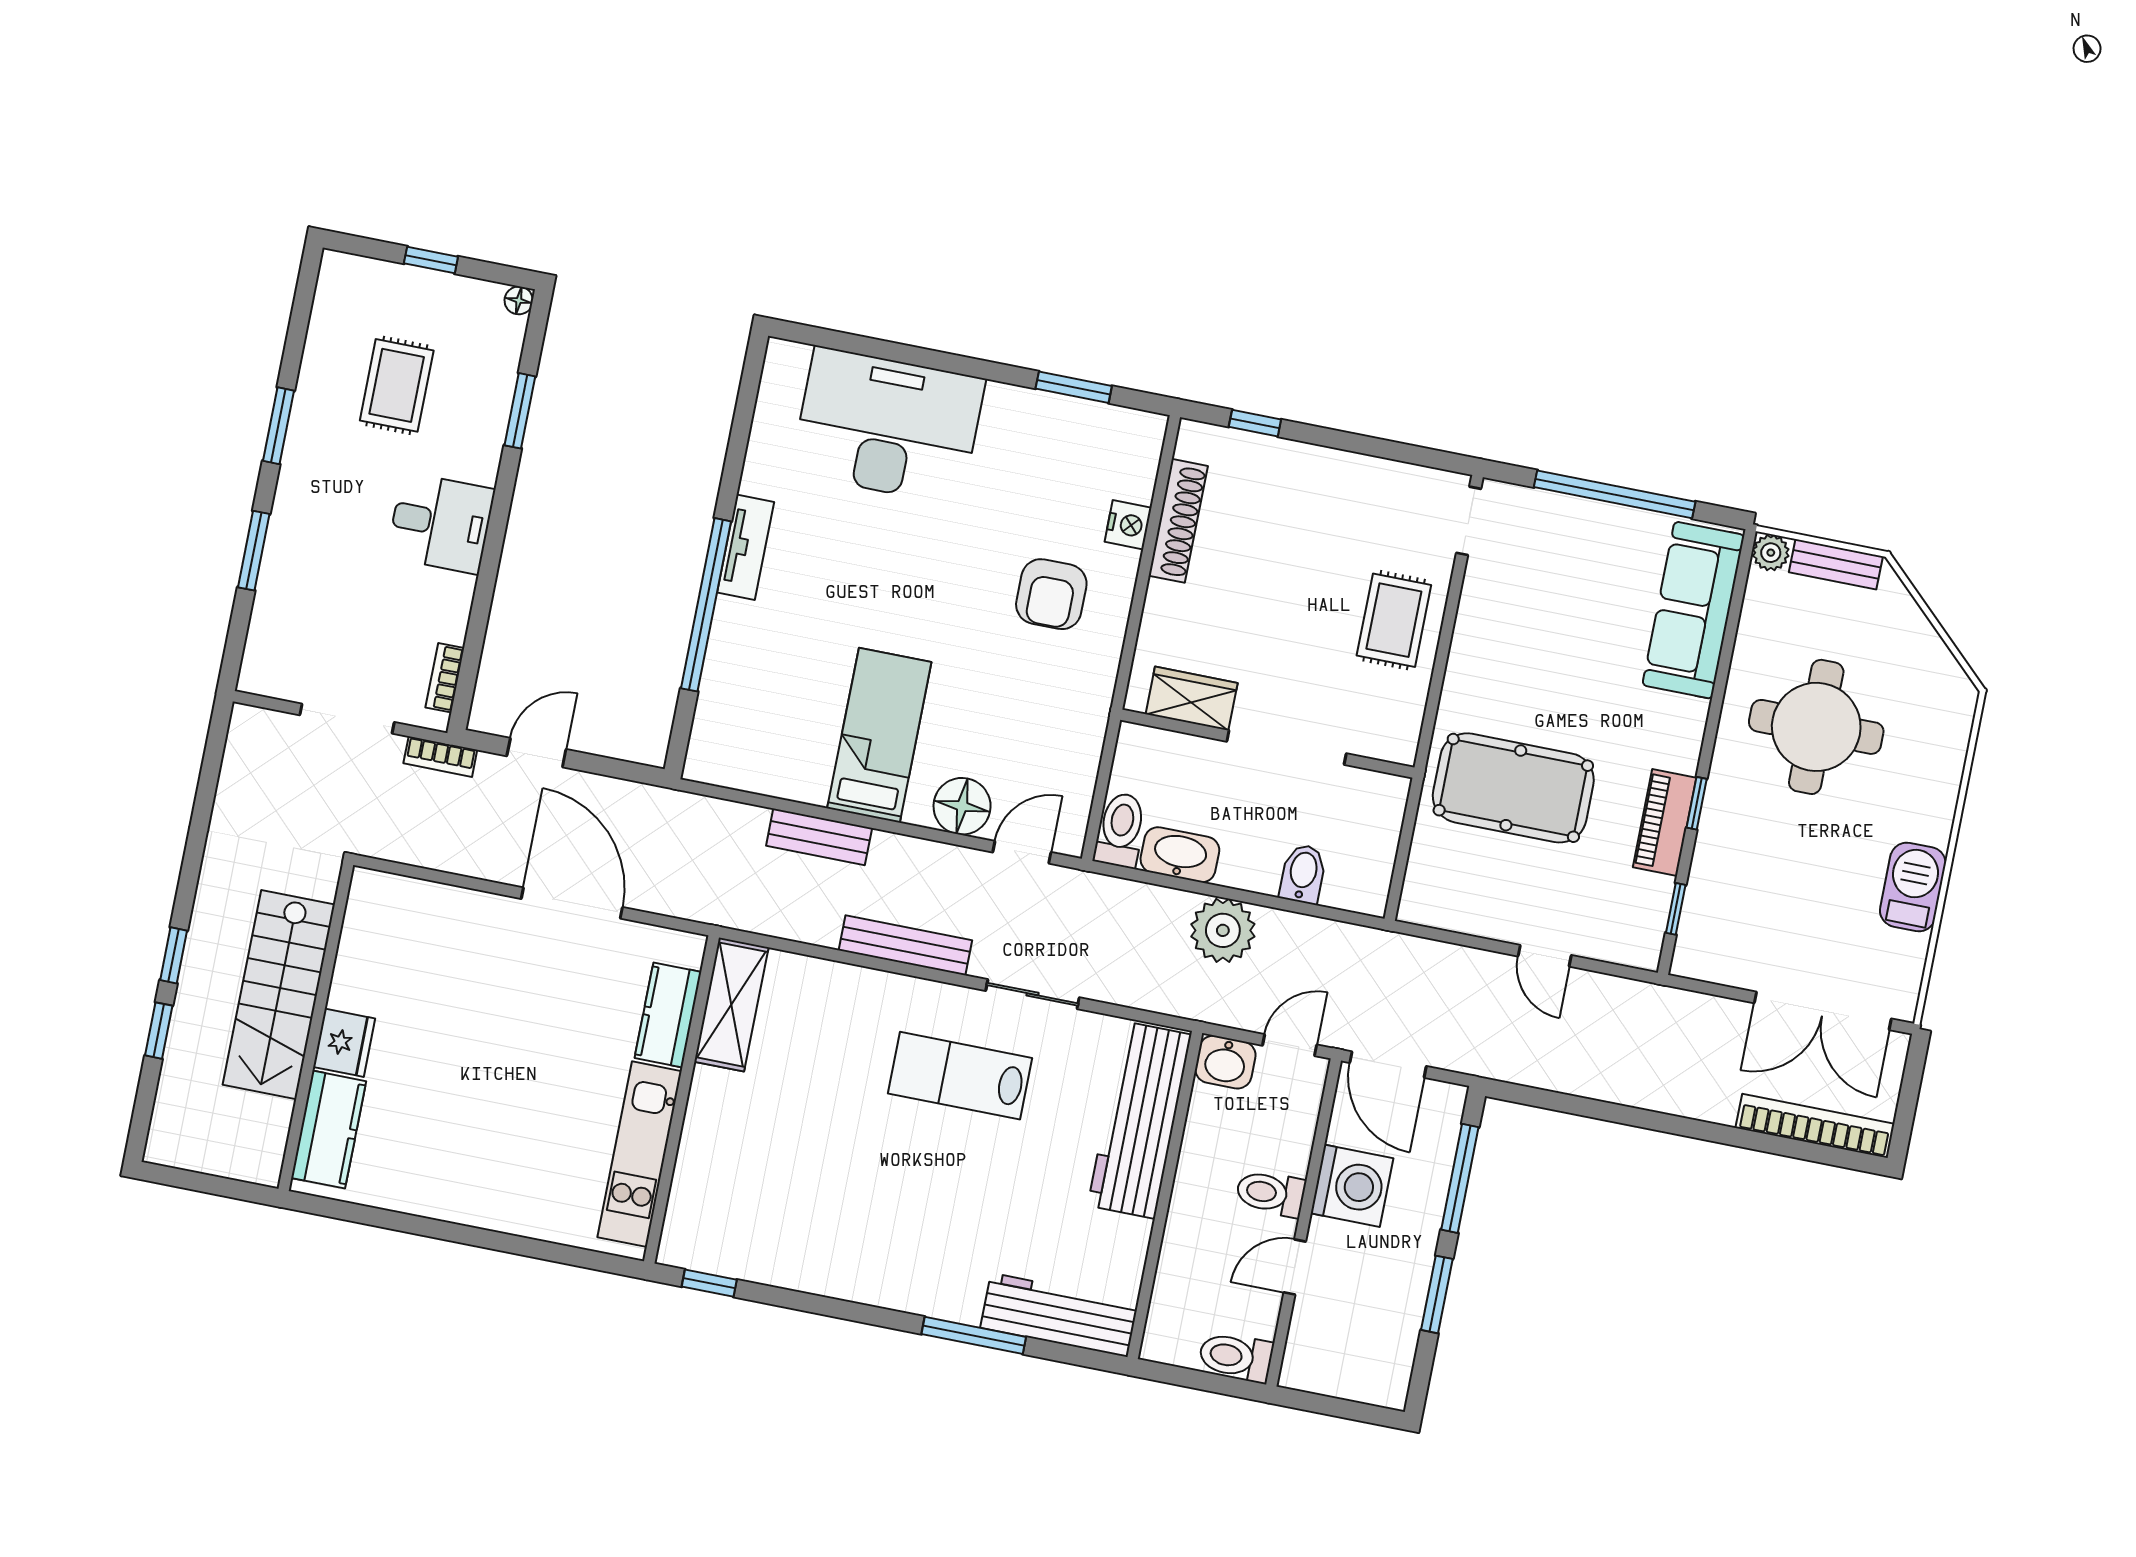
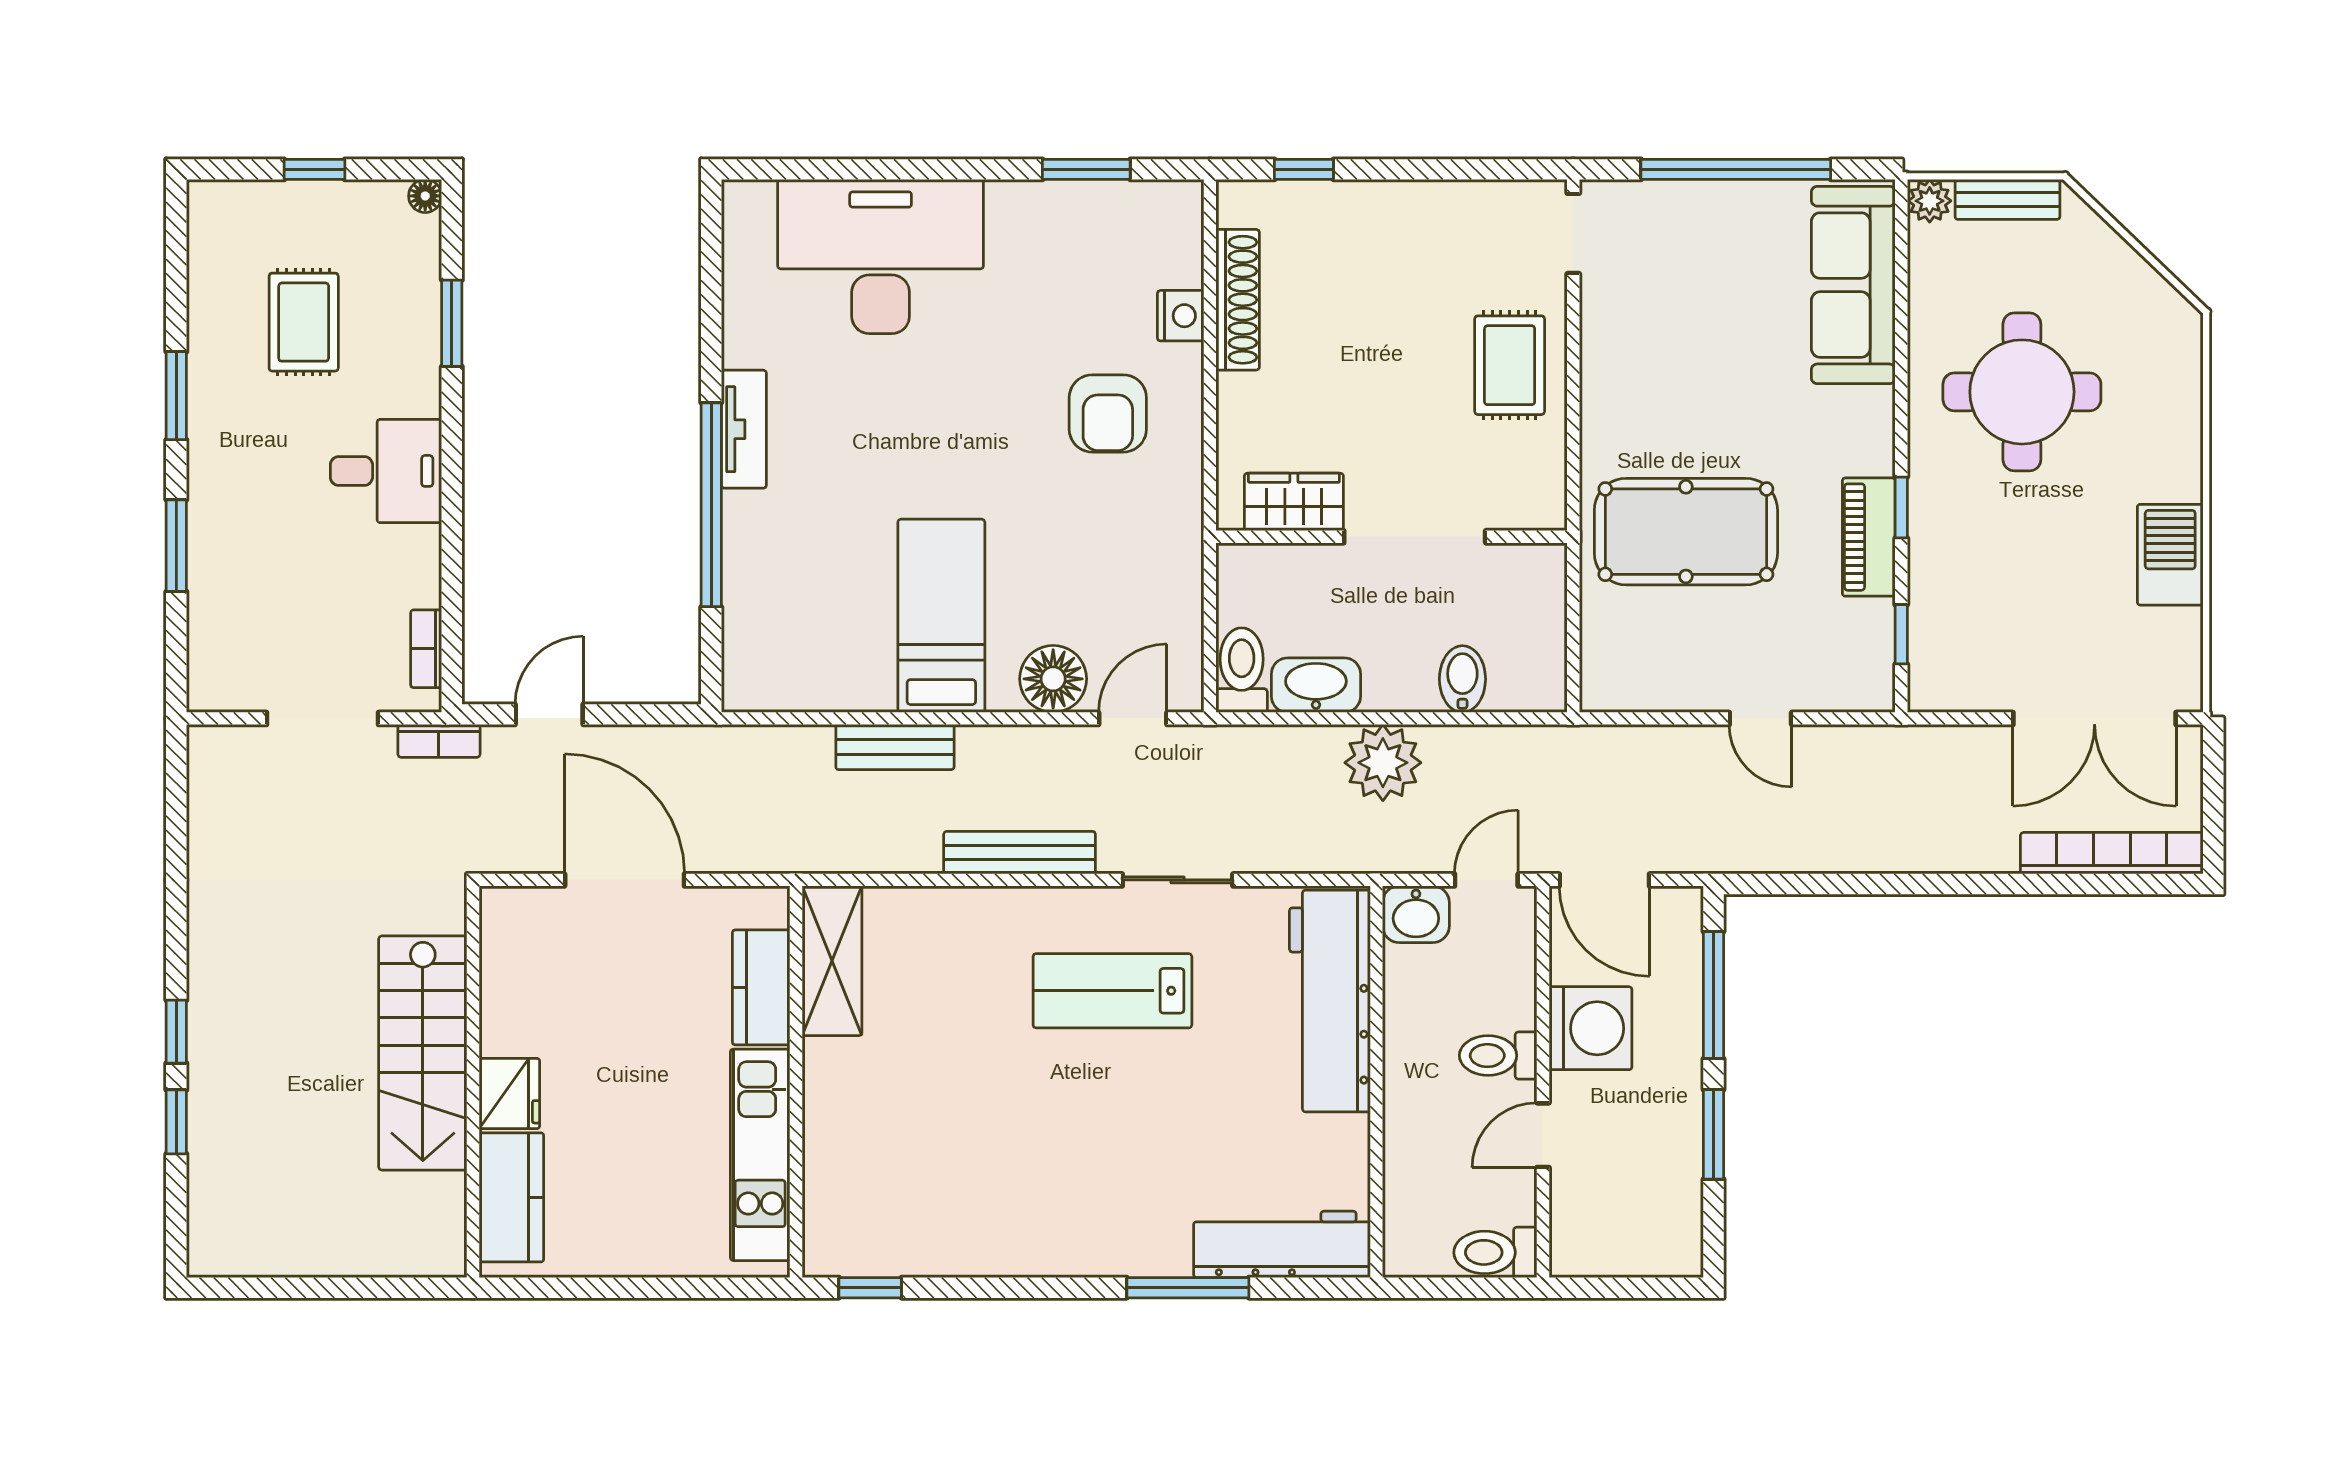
stairs: (279, 995) -> (423, 1053), moved
wall: (316, 1027) -> (473, 1082), moved
fridge: (344, 1043) -> (509, 1094), moved
kitchen counter: (329, 1130) -> (511, 1197), moved

